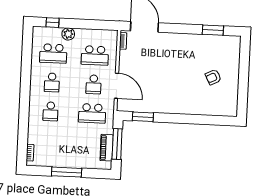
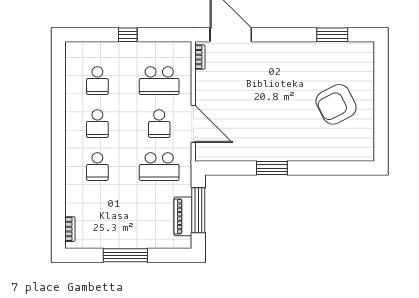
window: (53, 23) -> (128, 35), moved
plant: (68, 34) -> (118, 51), removed
school desk: (53, 53) -> (97, 81), width x0.54
armchair: (213, 77) -> (336, 104), width x1.88, depth x1.88
window: (143, 117) -> (272, 168), moved

